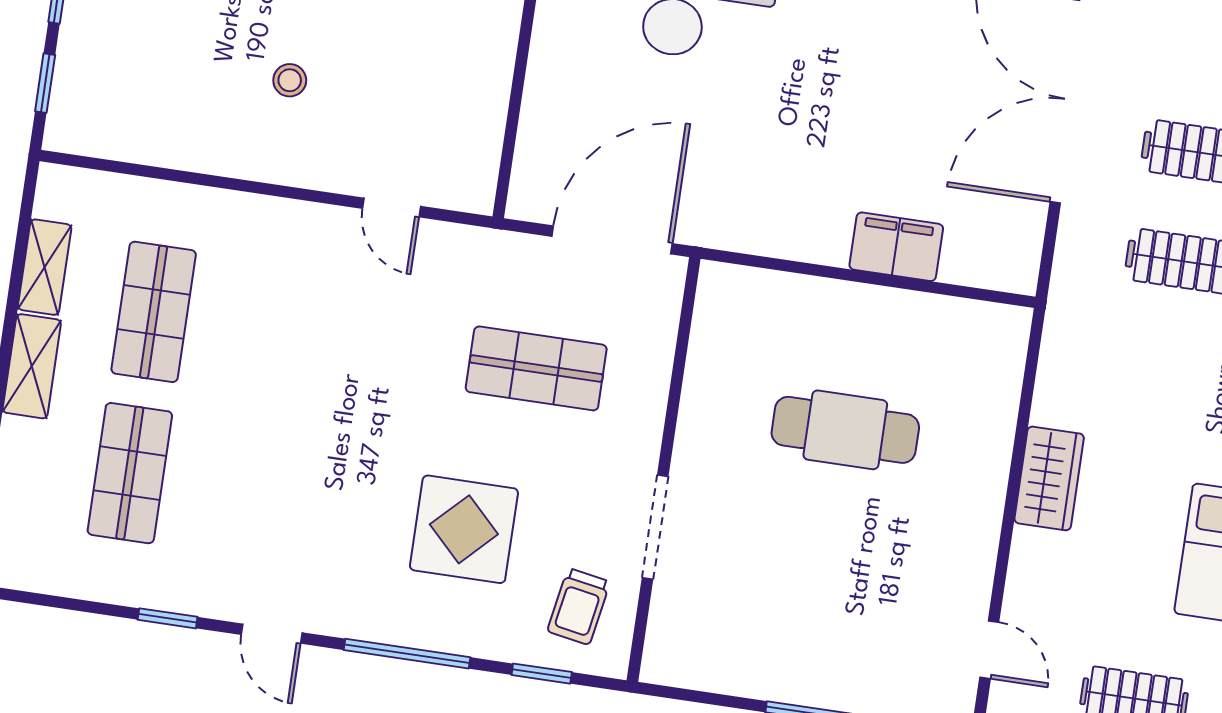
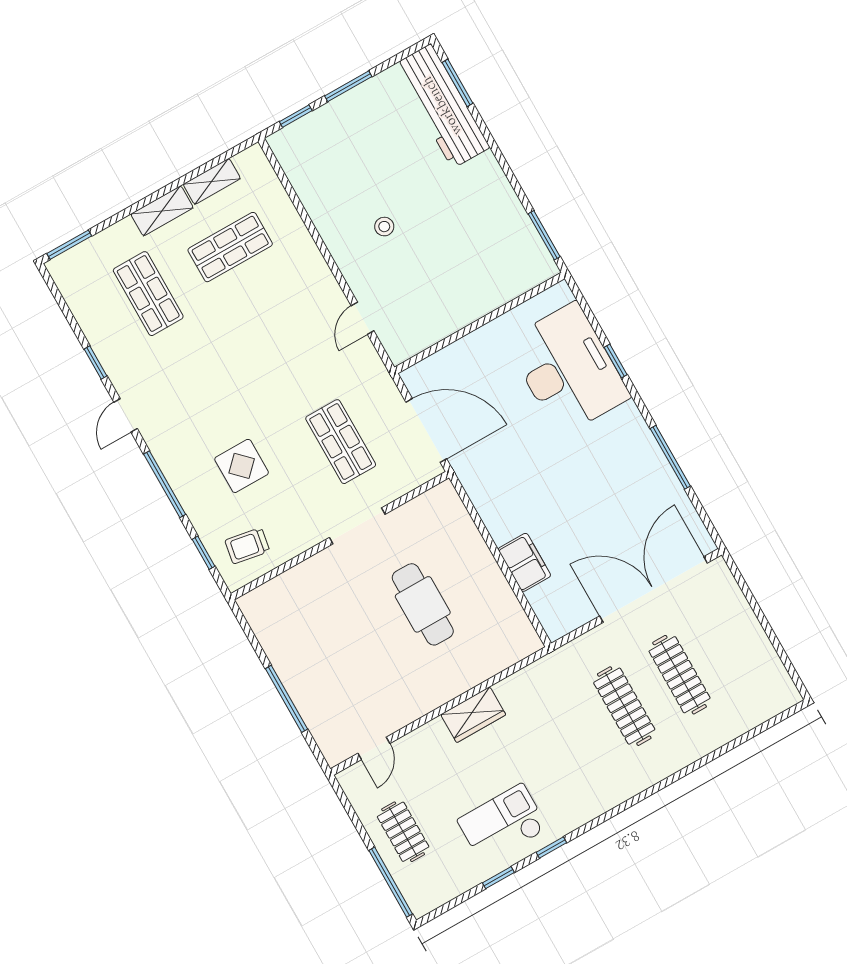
shop shelf: (130, 473) -> (148, 294), turned 90
doorway: (655, 527) -> (357, 526), moved
display table: (464, 529) -> (242, 466), width x0.73, depth x0.73

